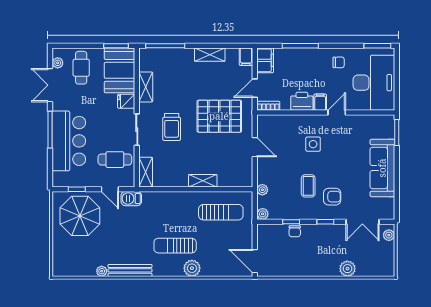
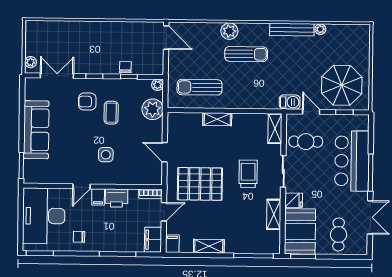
plant: (58, 63) -> (362, 240), removed
plant: (262, 190) -> (153, 109), width x1.87, depth x1.87
plant: (347, 269) -> (73, 29), removed

